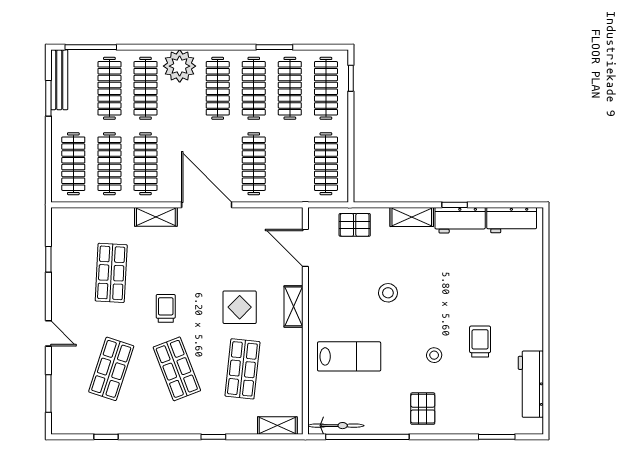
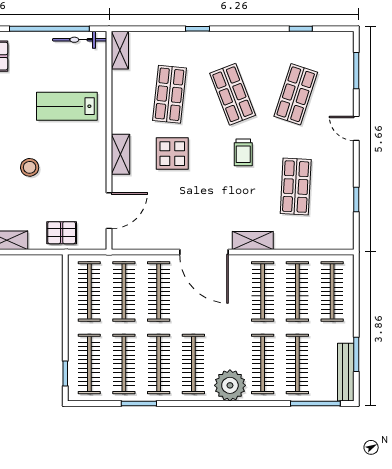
clothes rail: (290, 164) -> (124, 291), added
door: (305, 248) -> (109, 211), hinge flipped
shelving: (277, 426) -> (120, 50), moved, turned 90

